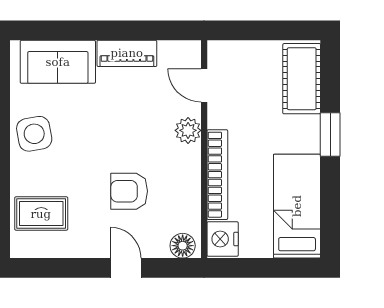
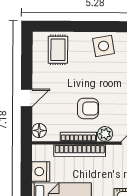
bookcase: (193, 177) -> (78, 137), added
armchair: (129, 191) -> (88, 108), moved, turned 90
nightstand: (223, 239) -> (41, 172), moved, turned -90

